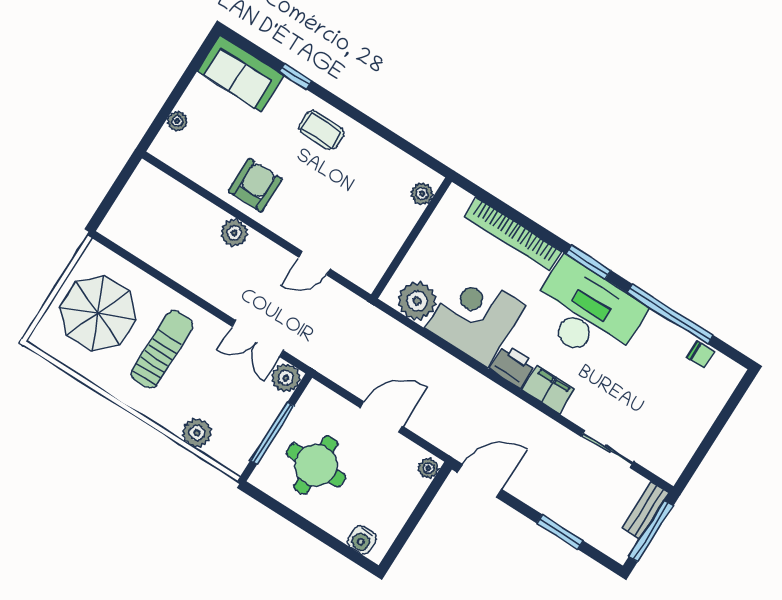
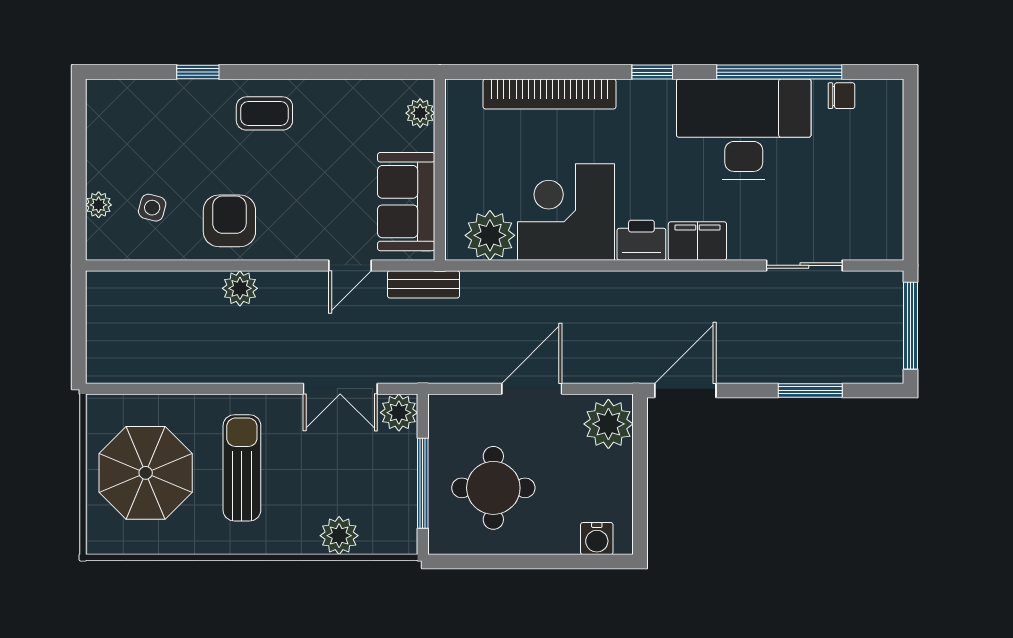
sofa: (240, 73) -> (406, 202), moved, turned 90
side table: (211, 145) -> (152, 208), added
window: (588, 262) -> (652, 72), width x0.67
desk: (587, 313) -> (744, 129), moved
plant: (428, 468) -> (608, 424), width x1.88, depth x1.88
bench: (646, 510) -> (424, 284), moved, turned 90

